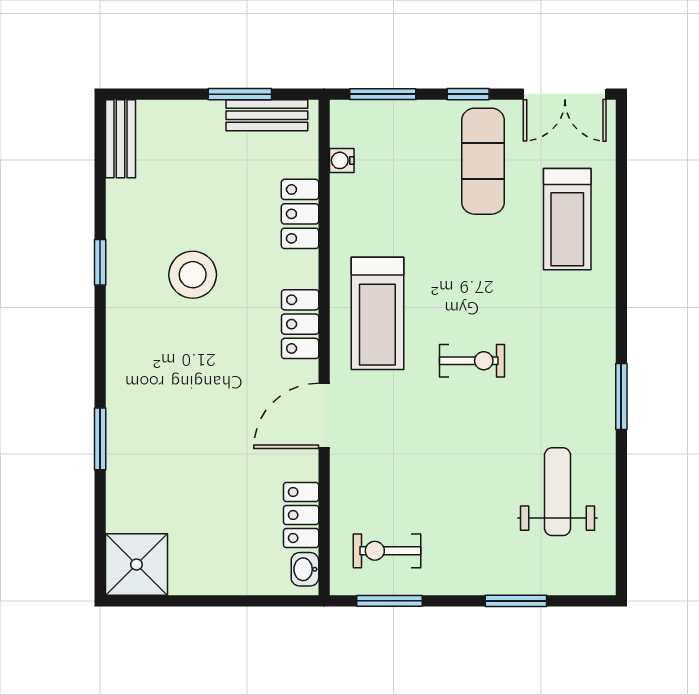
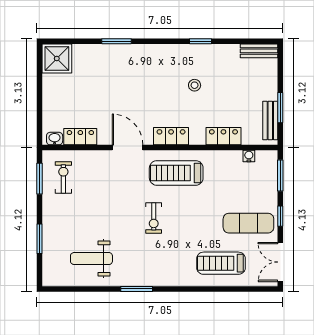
stool: (193, 275) -> (195, 85), width x0.53, depth x0.53
weight bench: (558, 492) -> (91, 259), turned 180

